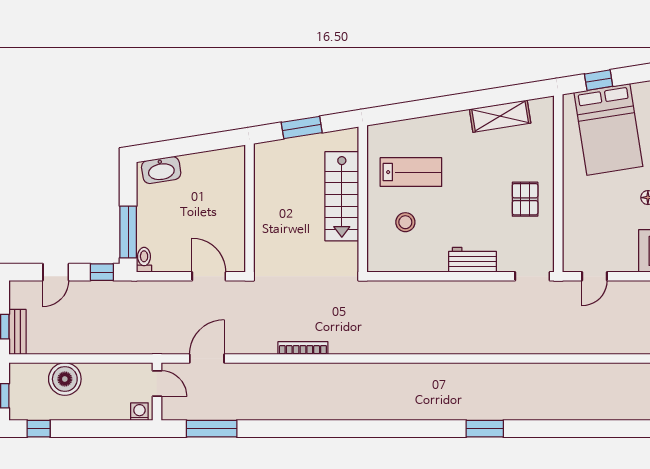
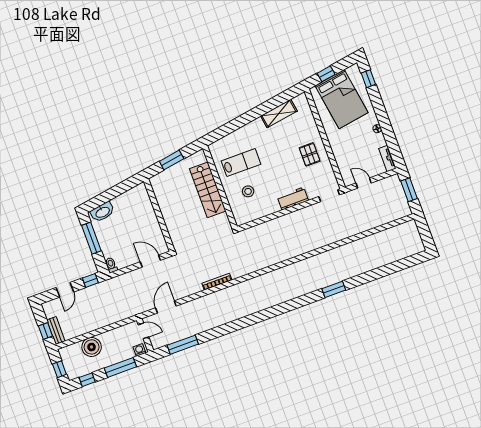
window: (128, 232) -> (91, 238), moved
door: (595, 276) -> (364, 183), swing flipped
window: (99, 429) -> (120, 367), added

